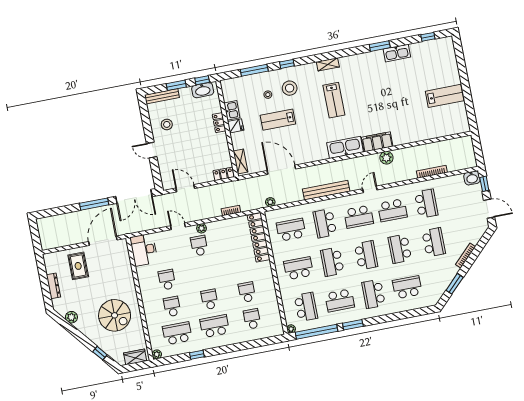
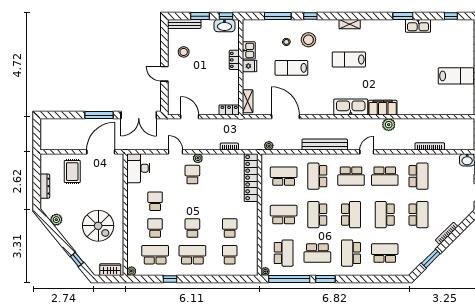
lab bench: (334, 100) -> (349, 59), turned 90

